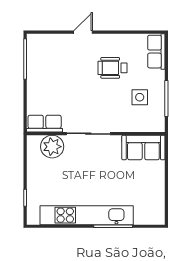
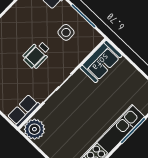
wheelchair: (113, 68) -> (37, 55), moved
plant: (52, 147) -> (34, 129), moved

